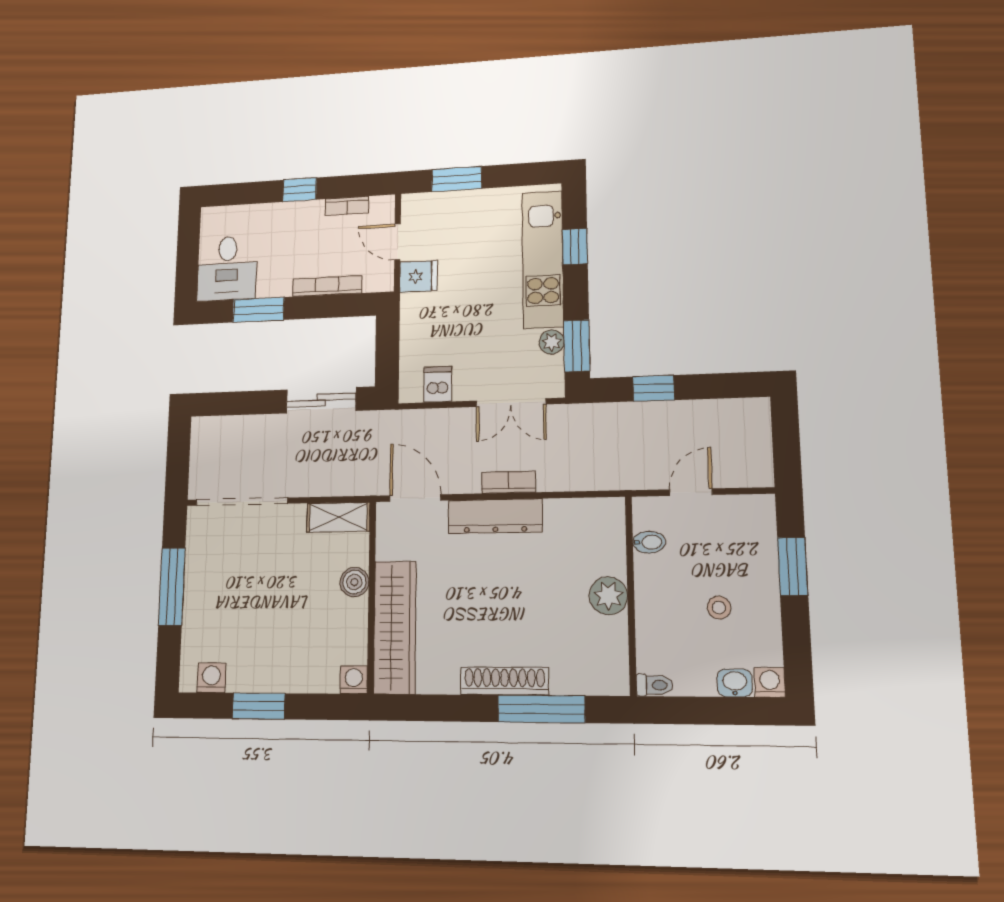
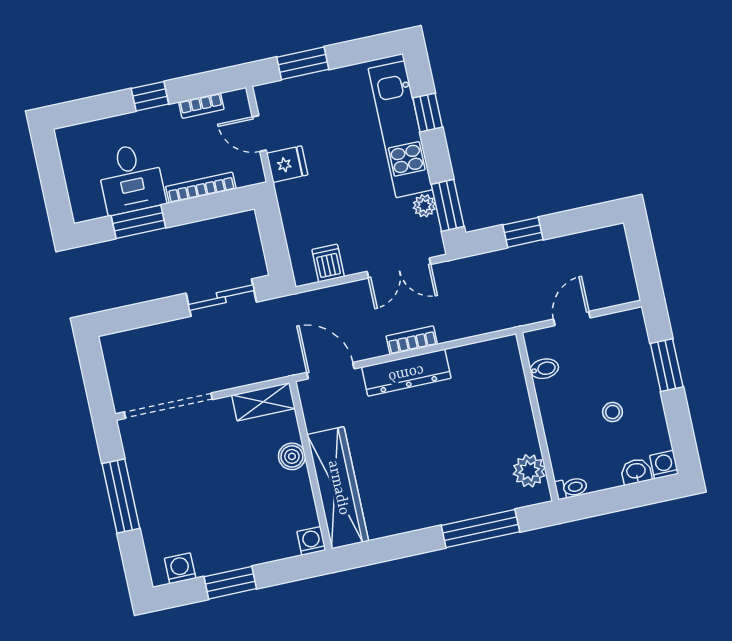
desk: (227, 268) -> (131, 179), moved
plant: (608, 596) -> (529, 471), moved
shoe rack: (505, 681) -> (444, 513), removed

